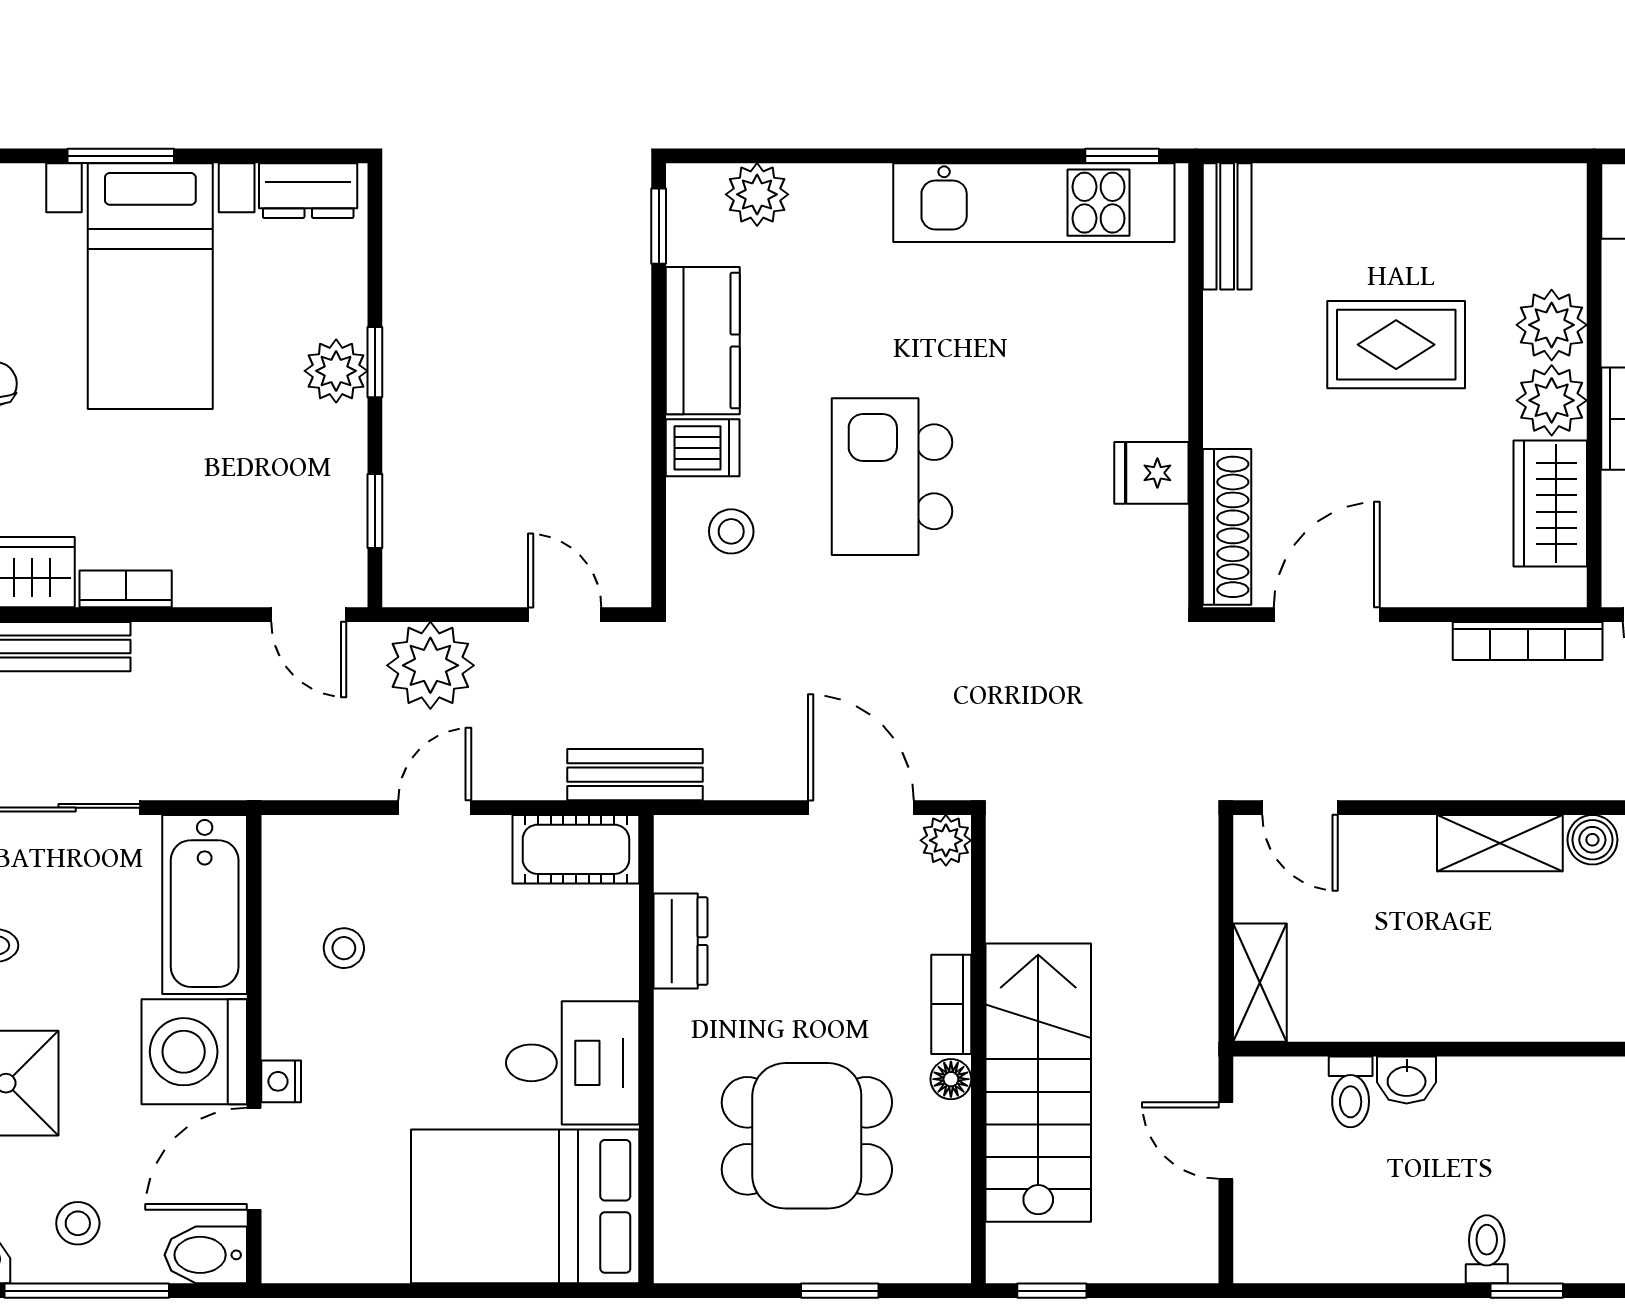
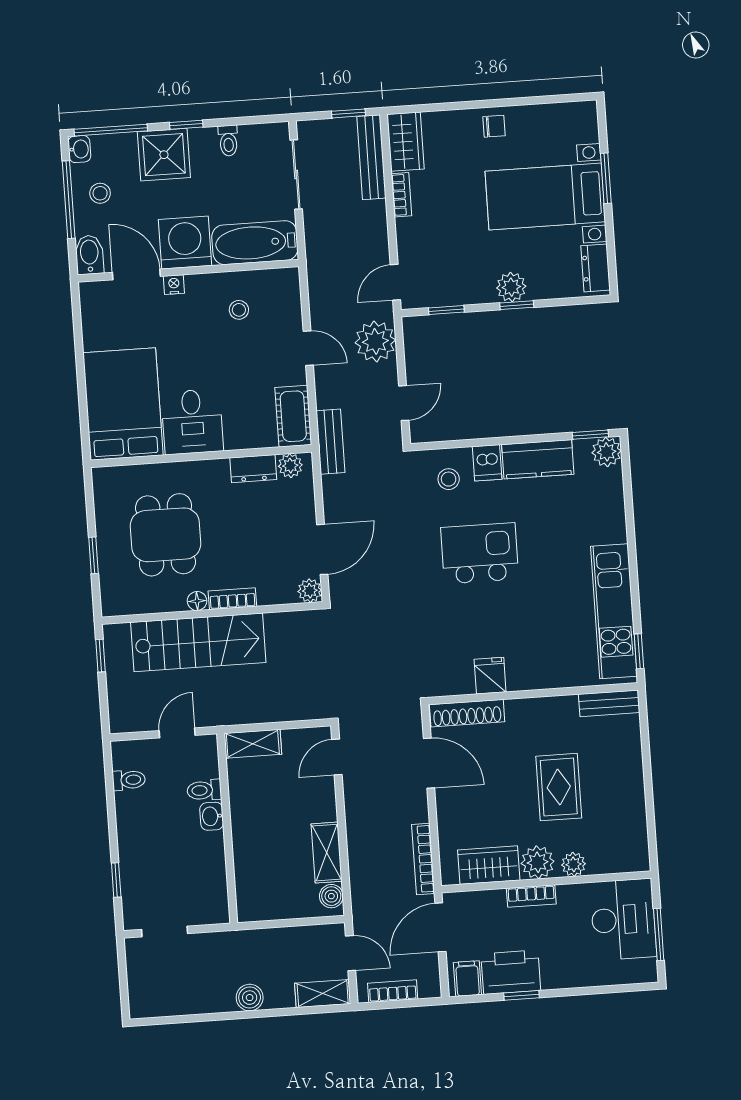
plant: (757, 194) -> (607, 452), moved
plant: (1552, 325) -> (573, 864), width x0.73, depth x0.73
plant: (679, 863) -> (290, 466), added
toilet: (1487, 1249) -> (129, 780), moved

